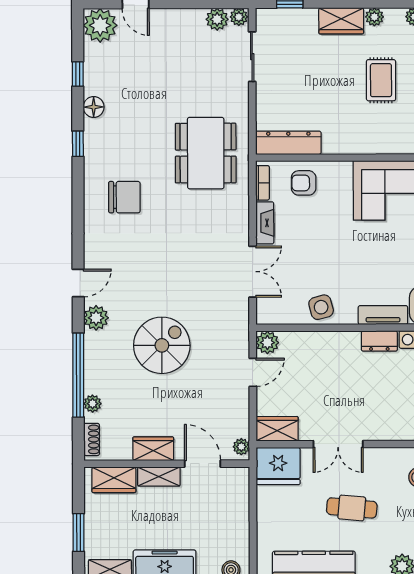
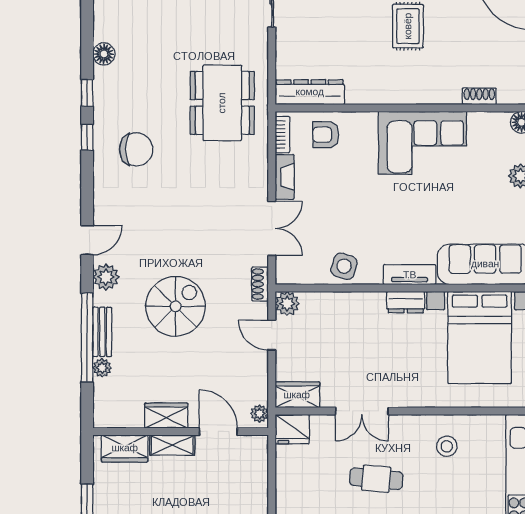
window: (78, 74) -> (87, 137), moved
side table: (321, 307) -> (344, 266), turned 32
bench: (93, 370) -> (102, 332), added
door: (253, 372) -> (272, 335), swing flipped
shoe rack: (92, 439) -> (260, 284), moved, turned 180
fridge: (278, 466) -> (292, 429), width x0.73, depth x0.75

